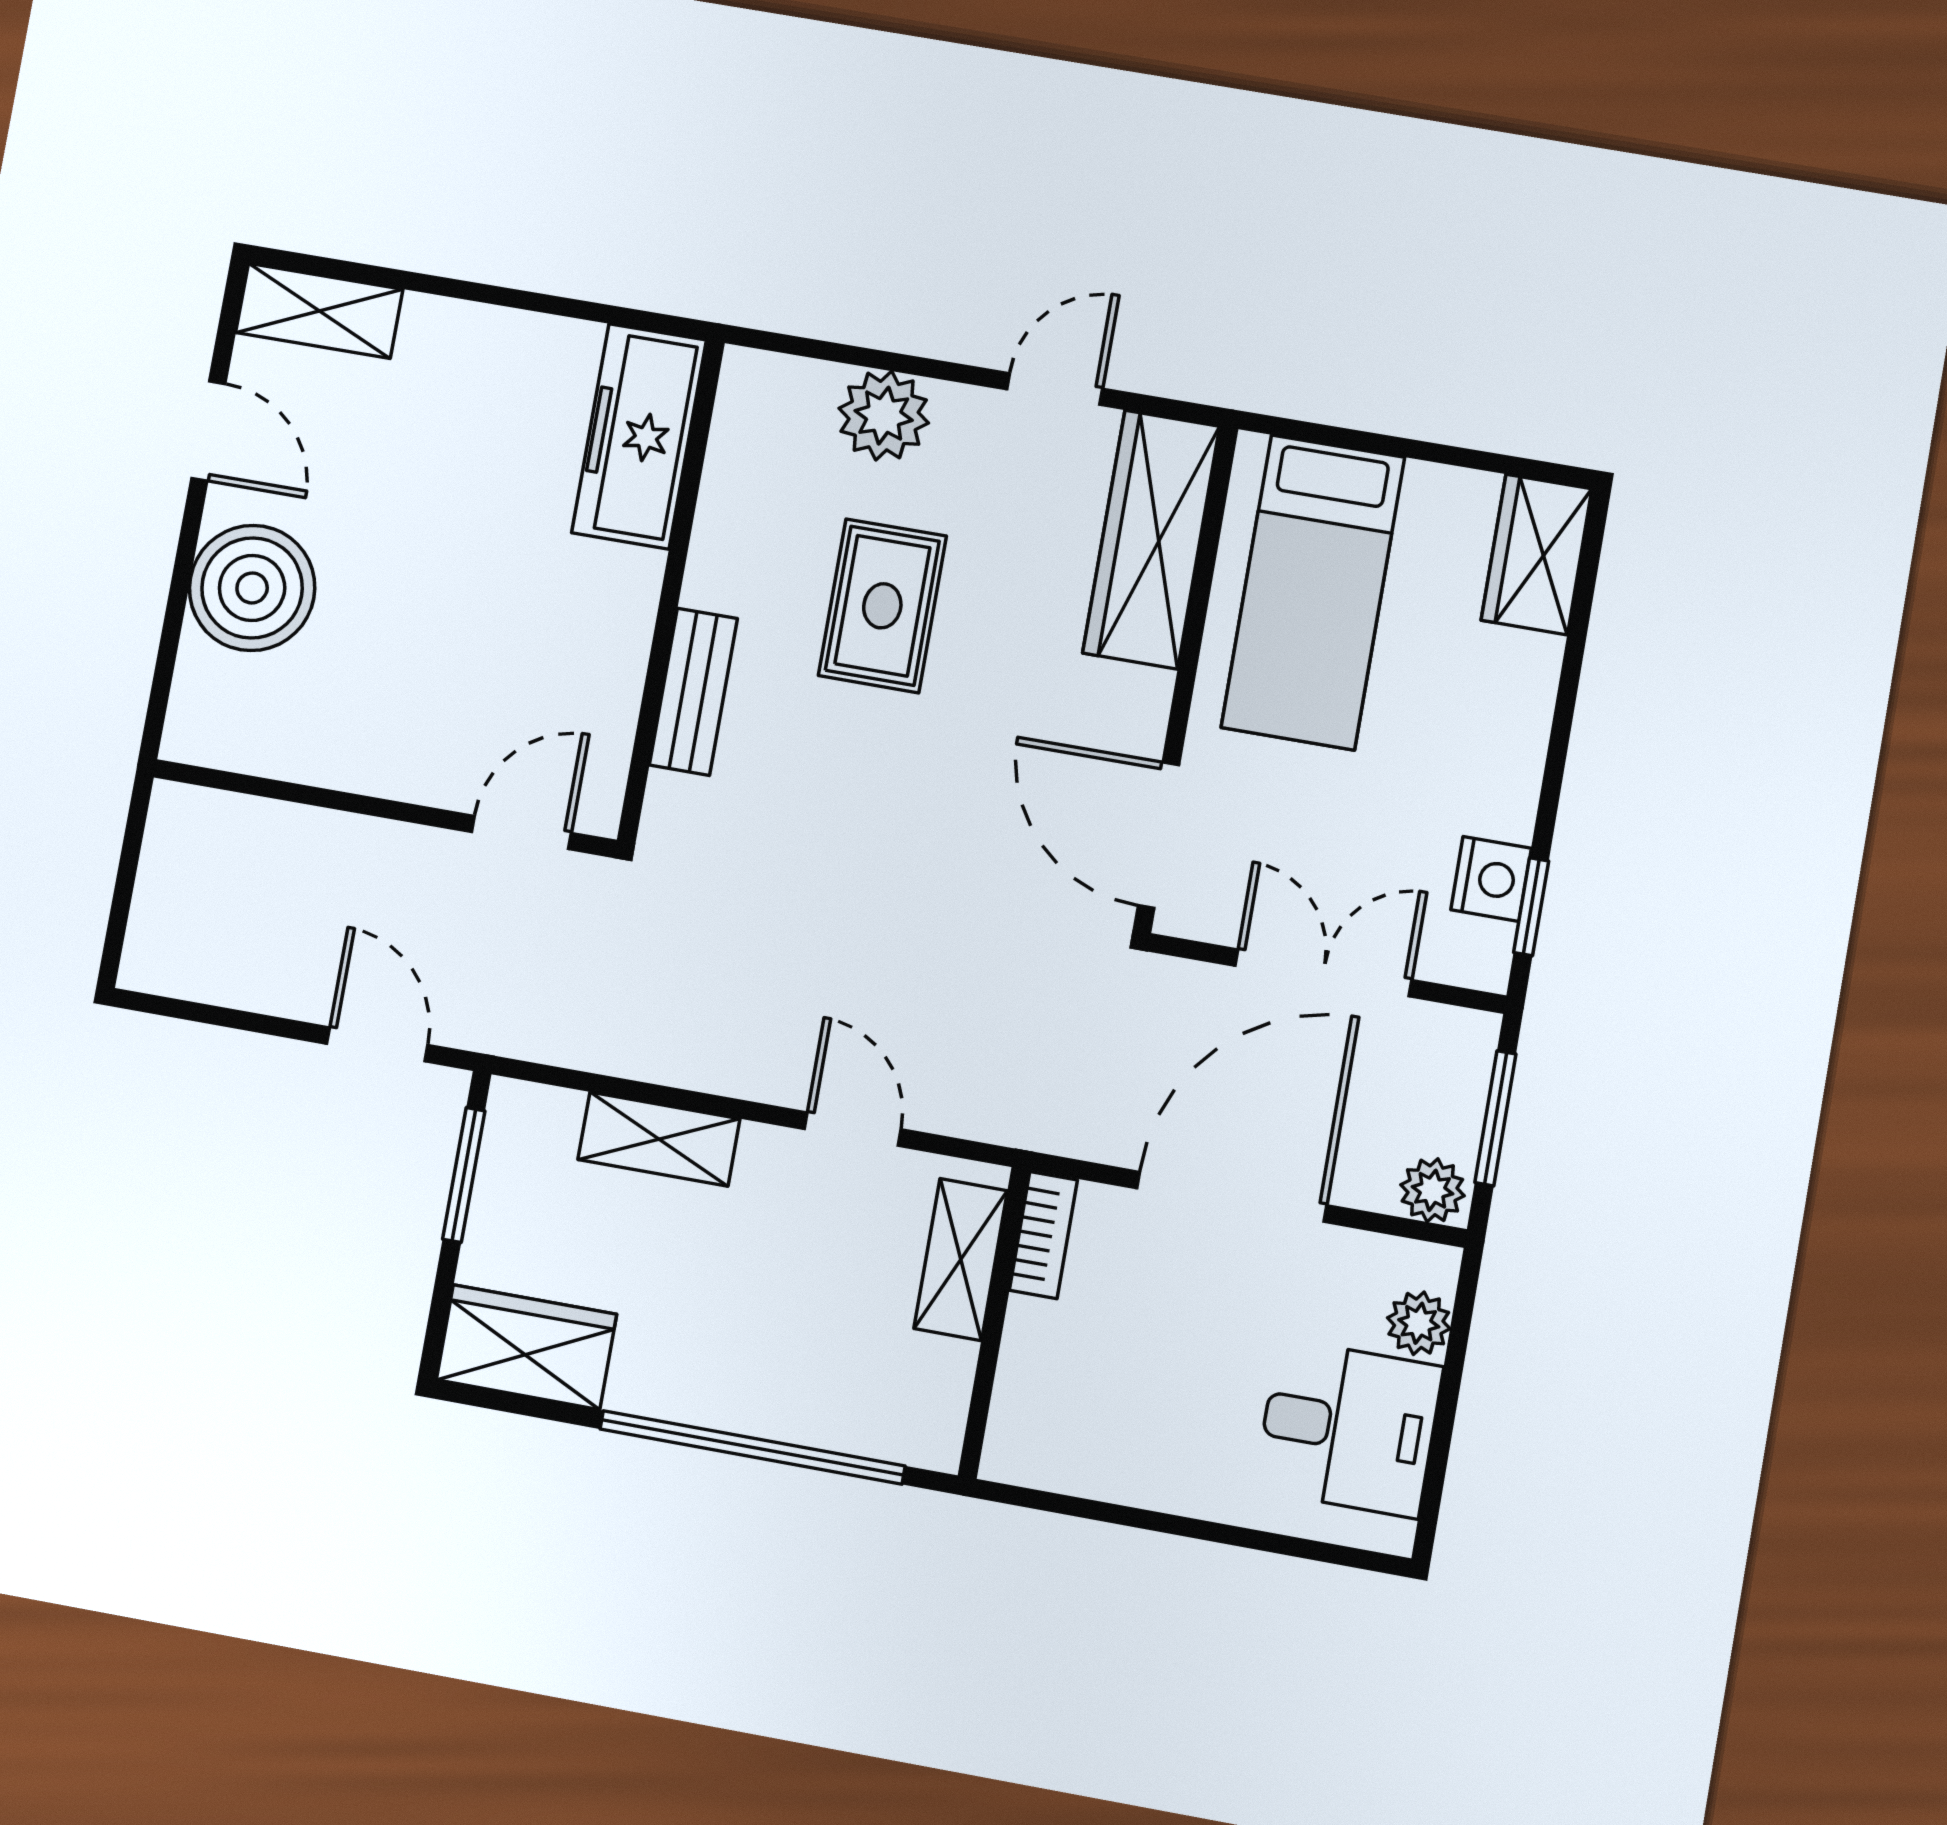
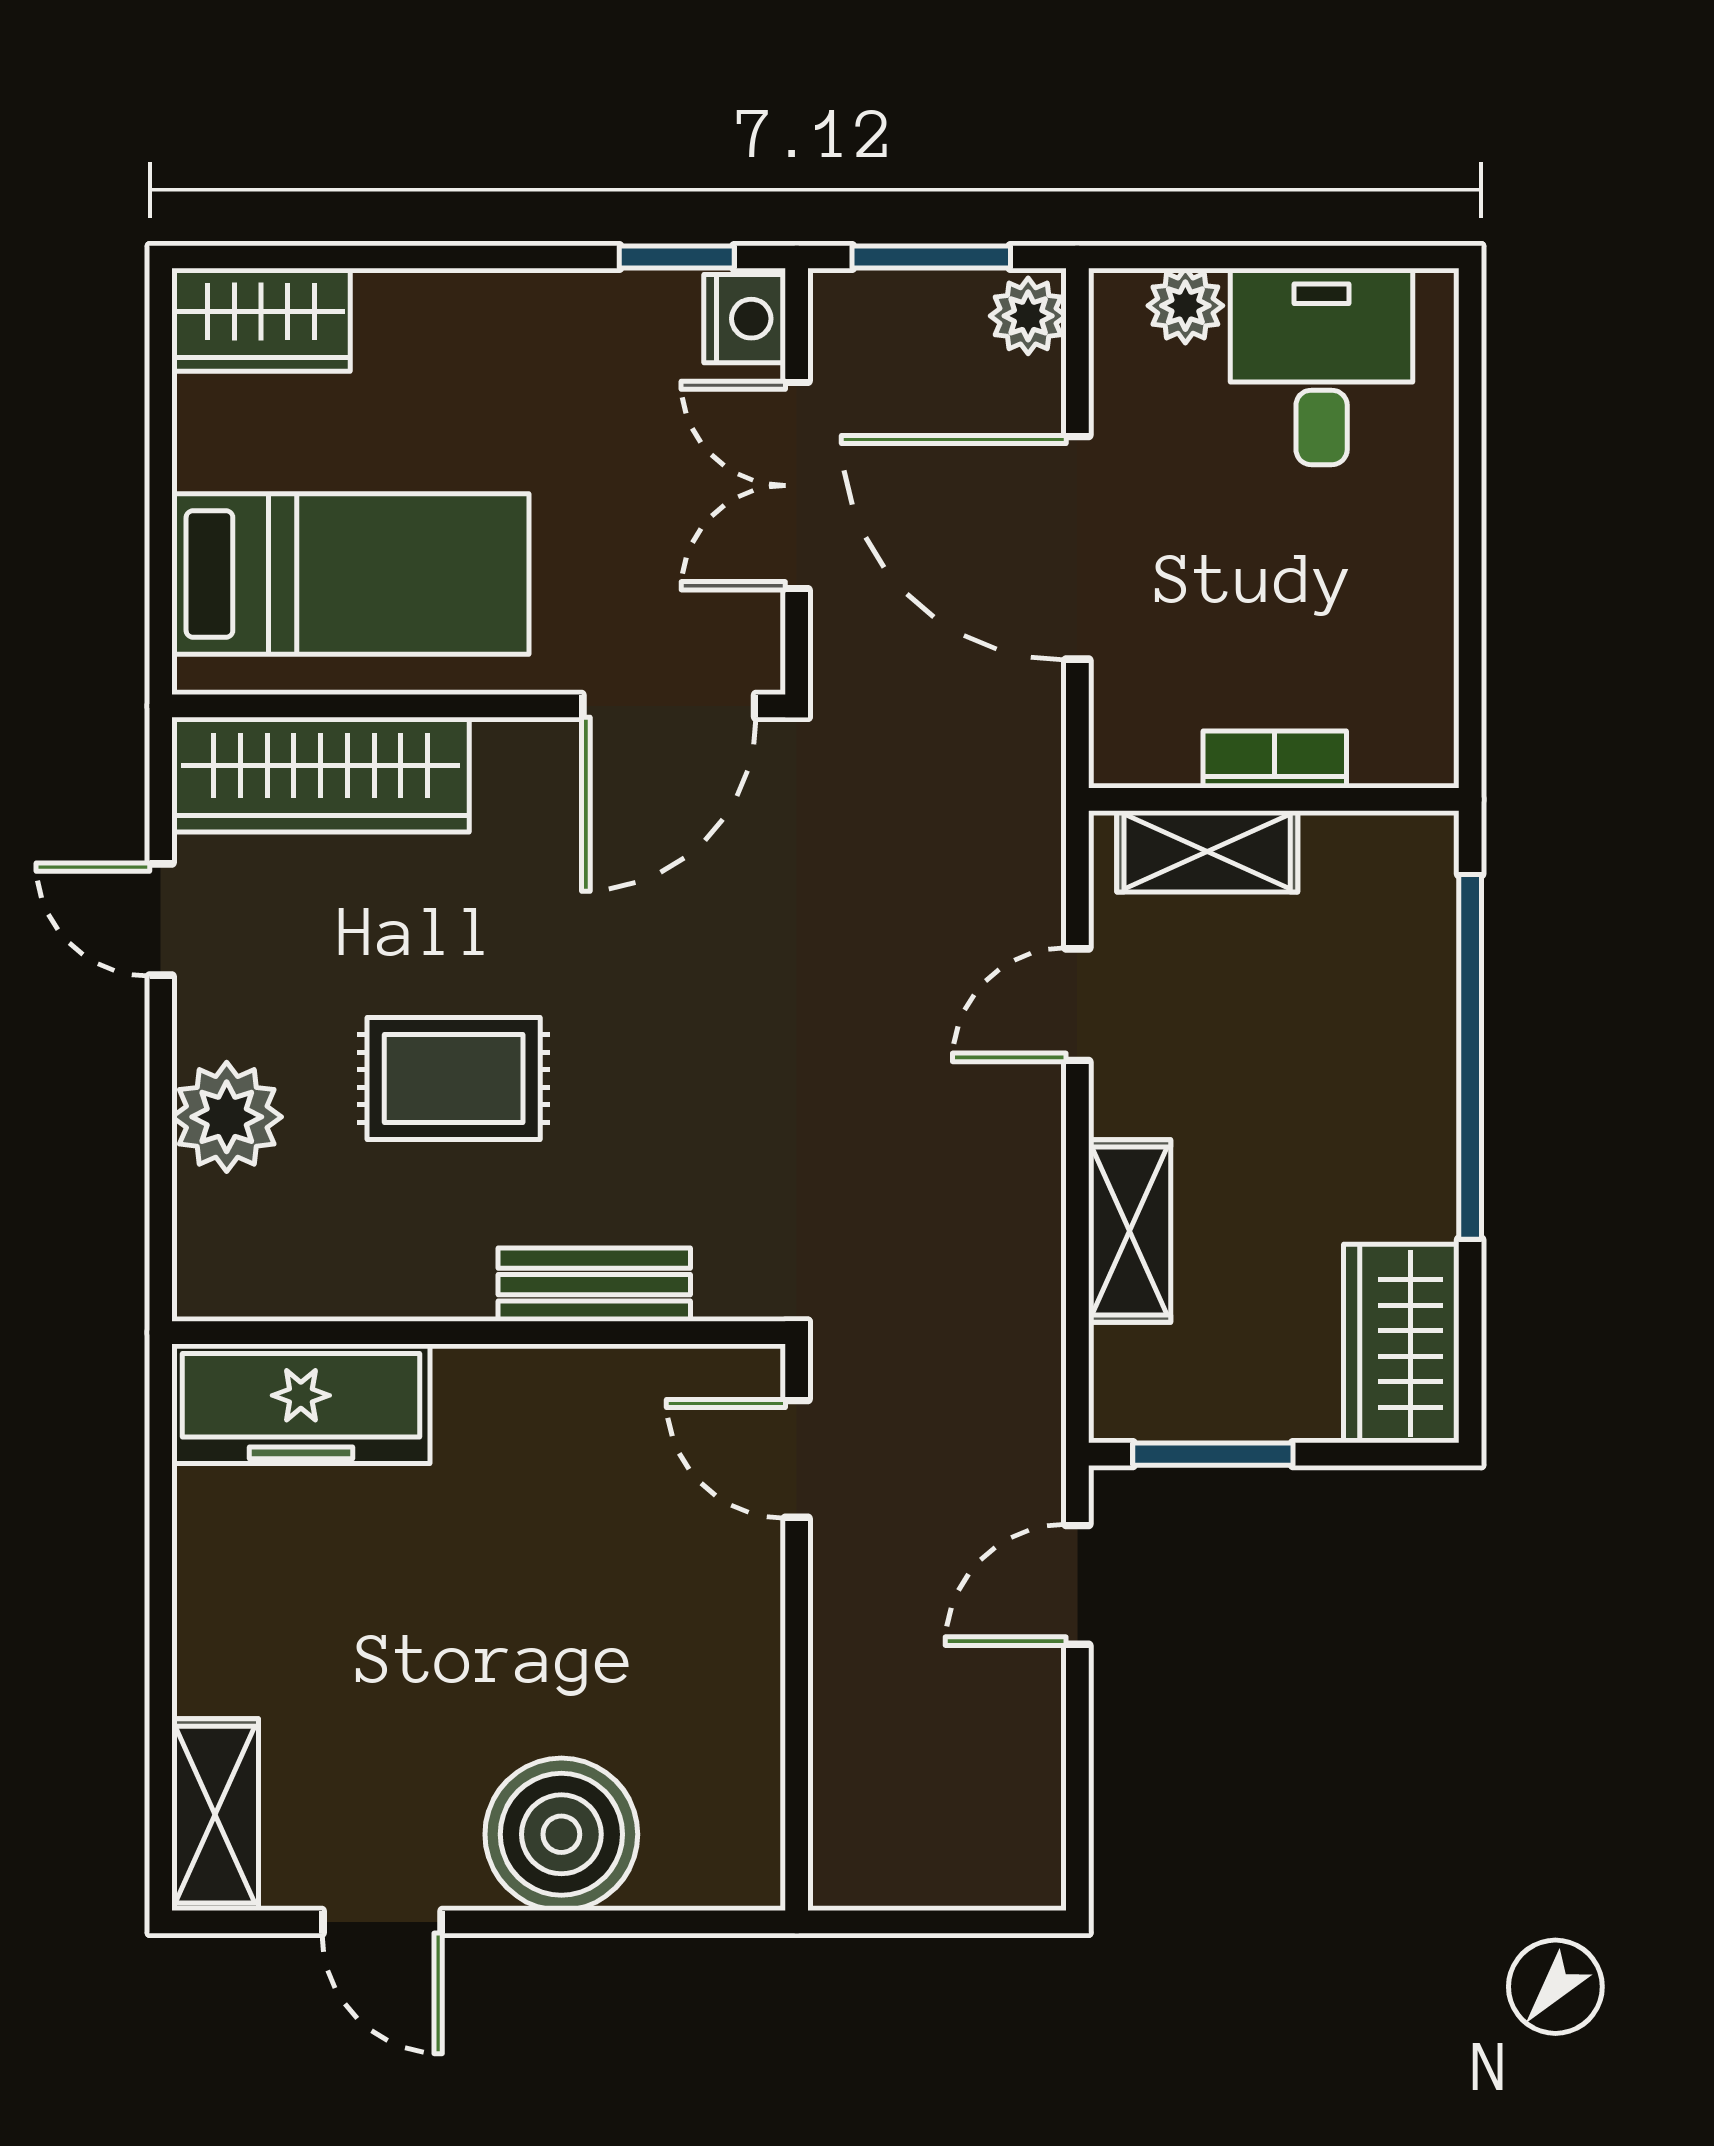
door: (208, 431) -> (382, 1922), swing flipped
nightstand: (1491, 879) -> (745, 319), moved, turned 90
bookcase: (1043, 1235) -> (1275, 760), moved

